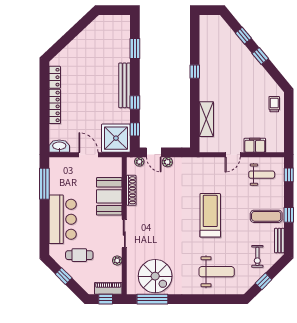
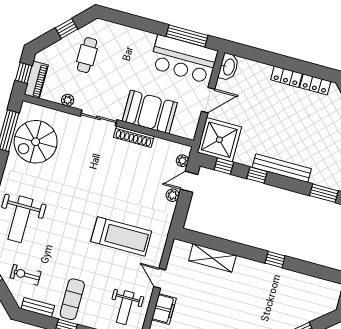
locker: (55, 106) -> (286, 77), width x0.66
shoe rack: (131, 190) -> (134, 137), moved
treadmill: (210, 215) -> (121, 236), moved
bar counter: (63, 219) -> (184, 59), moved

